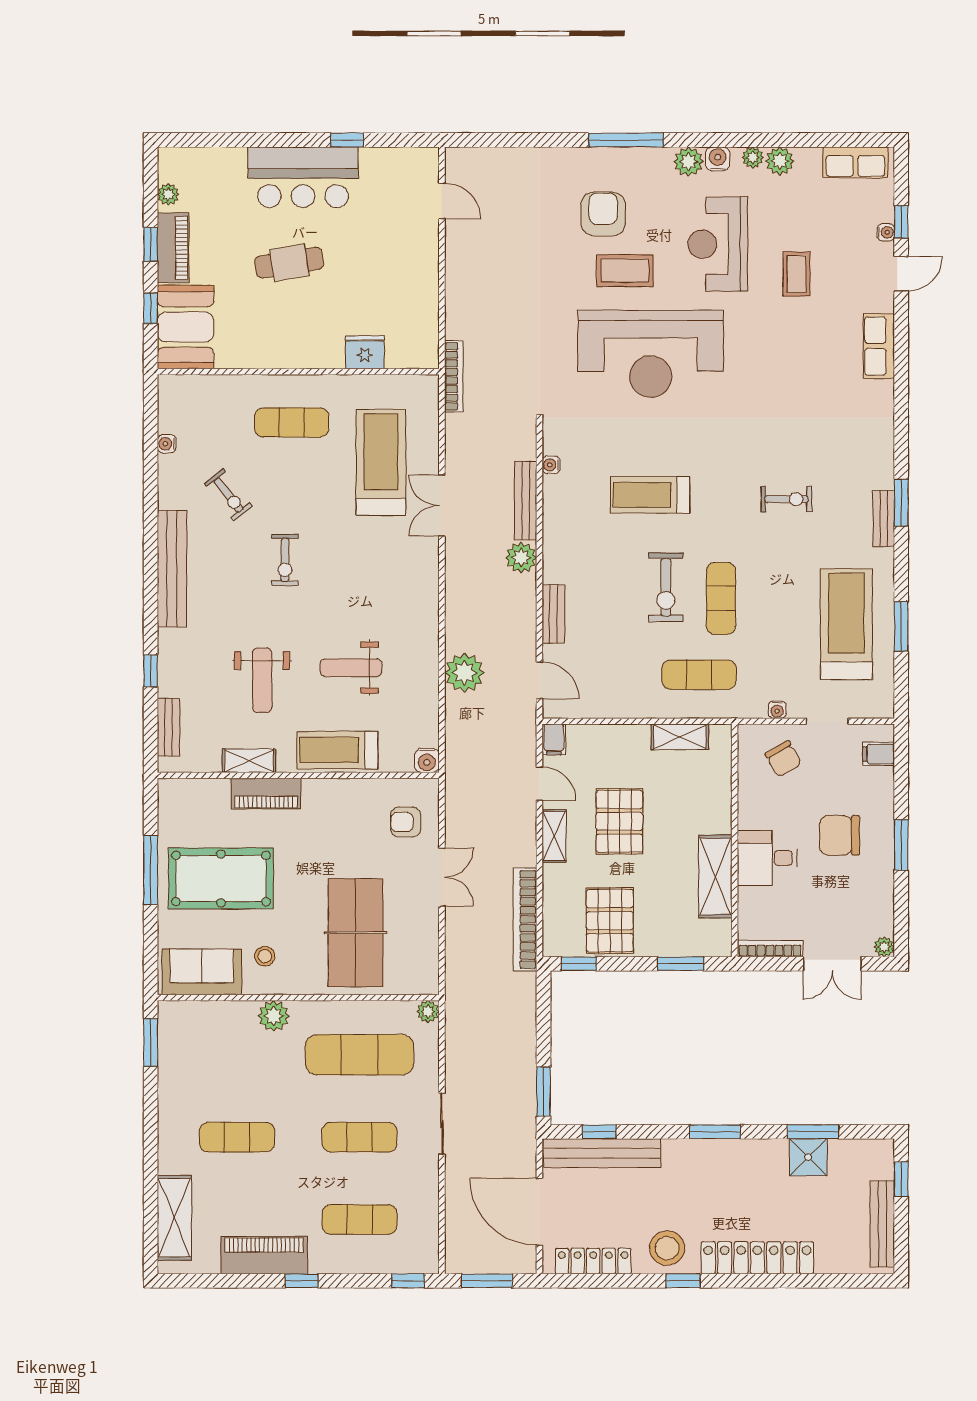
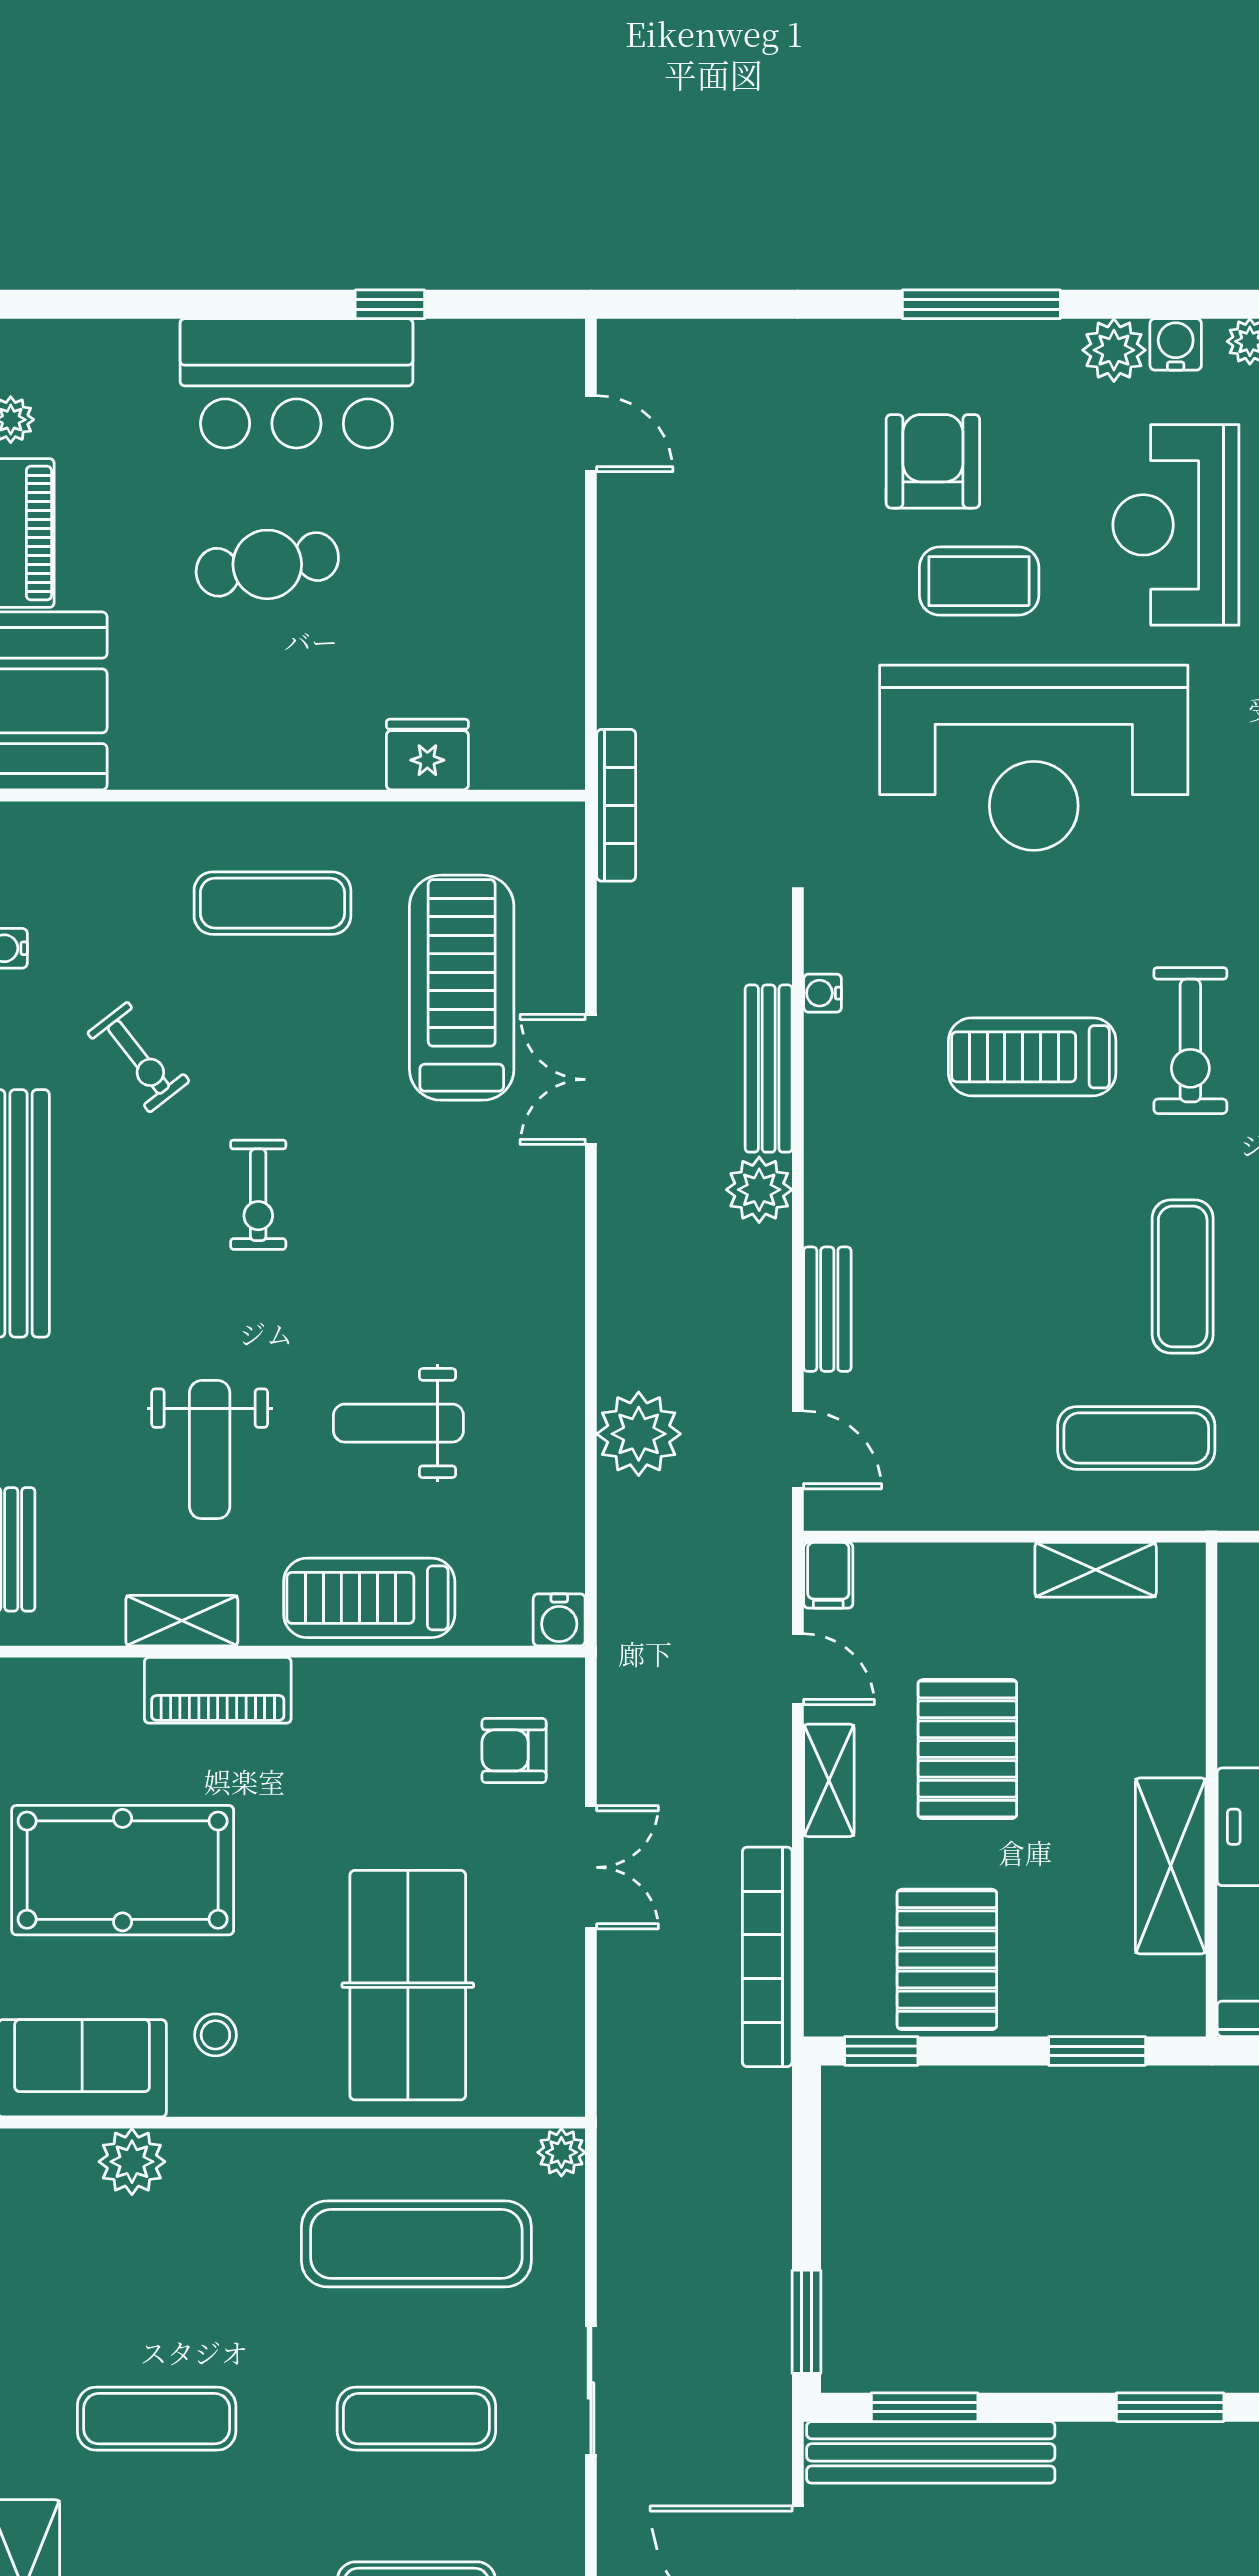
exercise bike: (666, 587) -> (1190, 1041), moved
plant: (274, 1016) -> (132, 2162), moved
window: (599, 1132) -> (925, 2407), width x1.50

